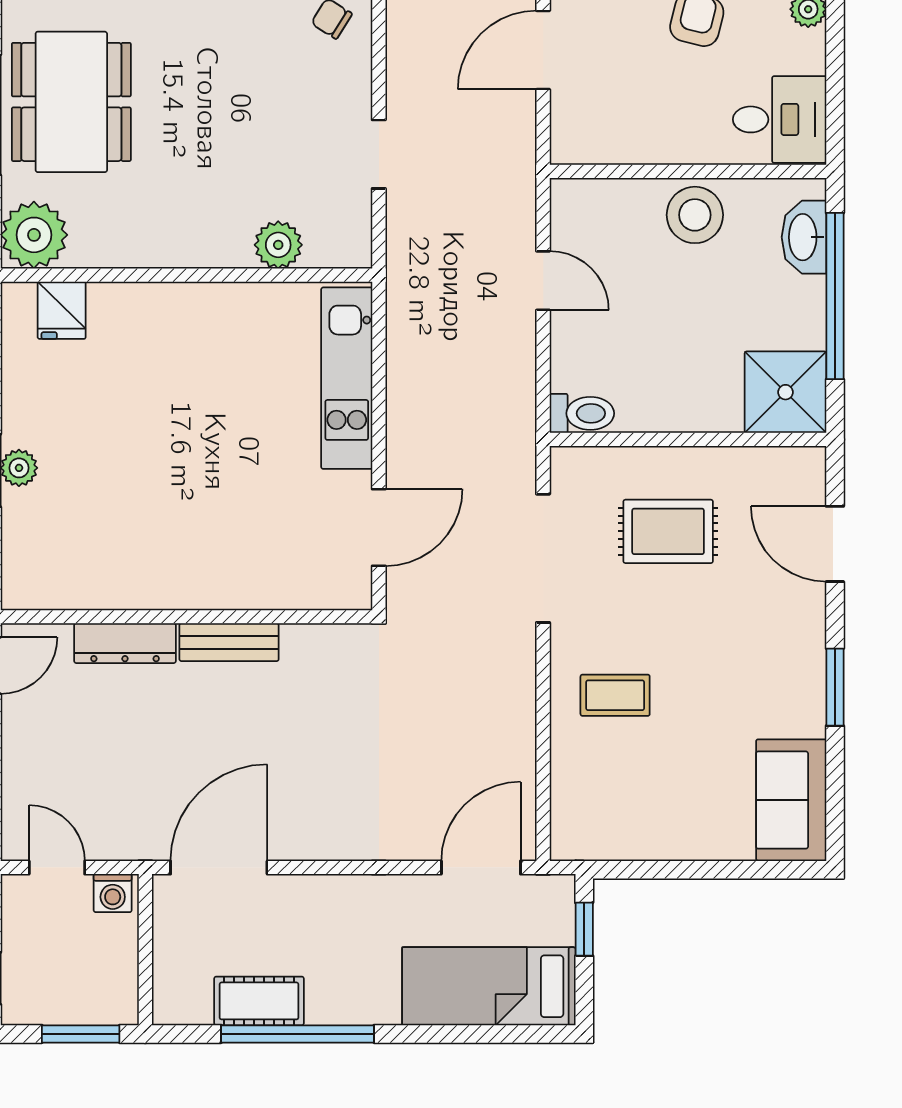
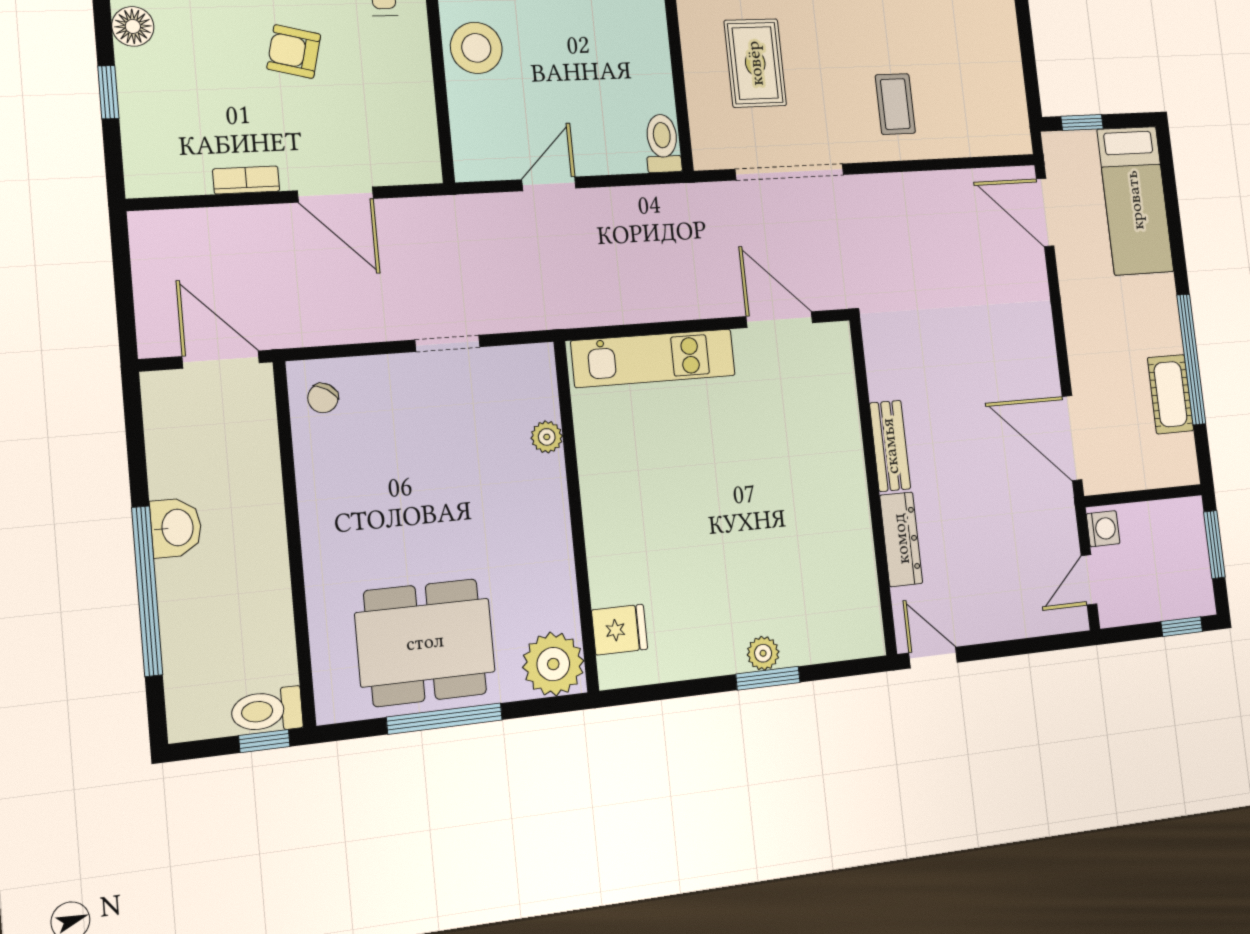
plant: (278, 245) -> (547, 437), width x0.73, depth x0.73

